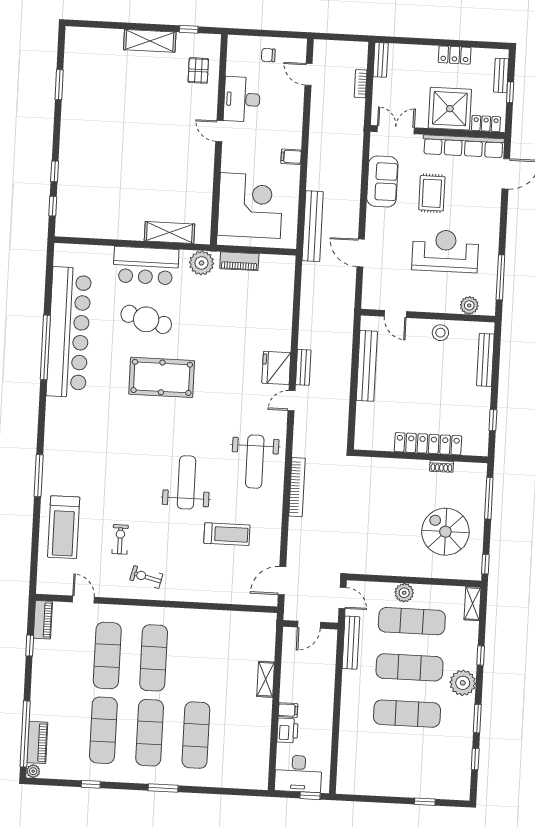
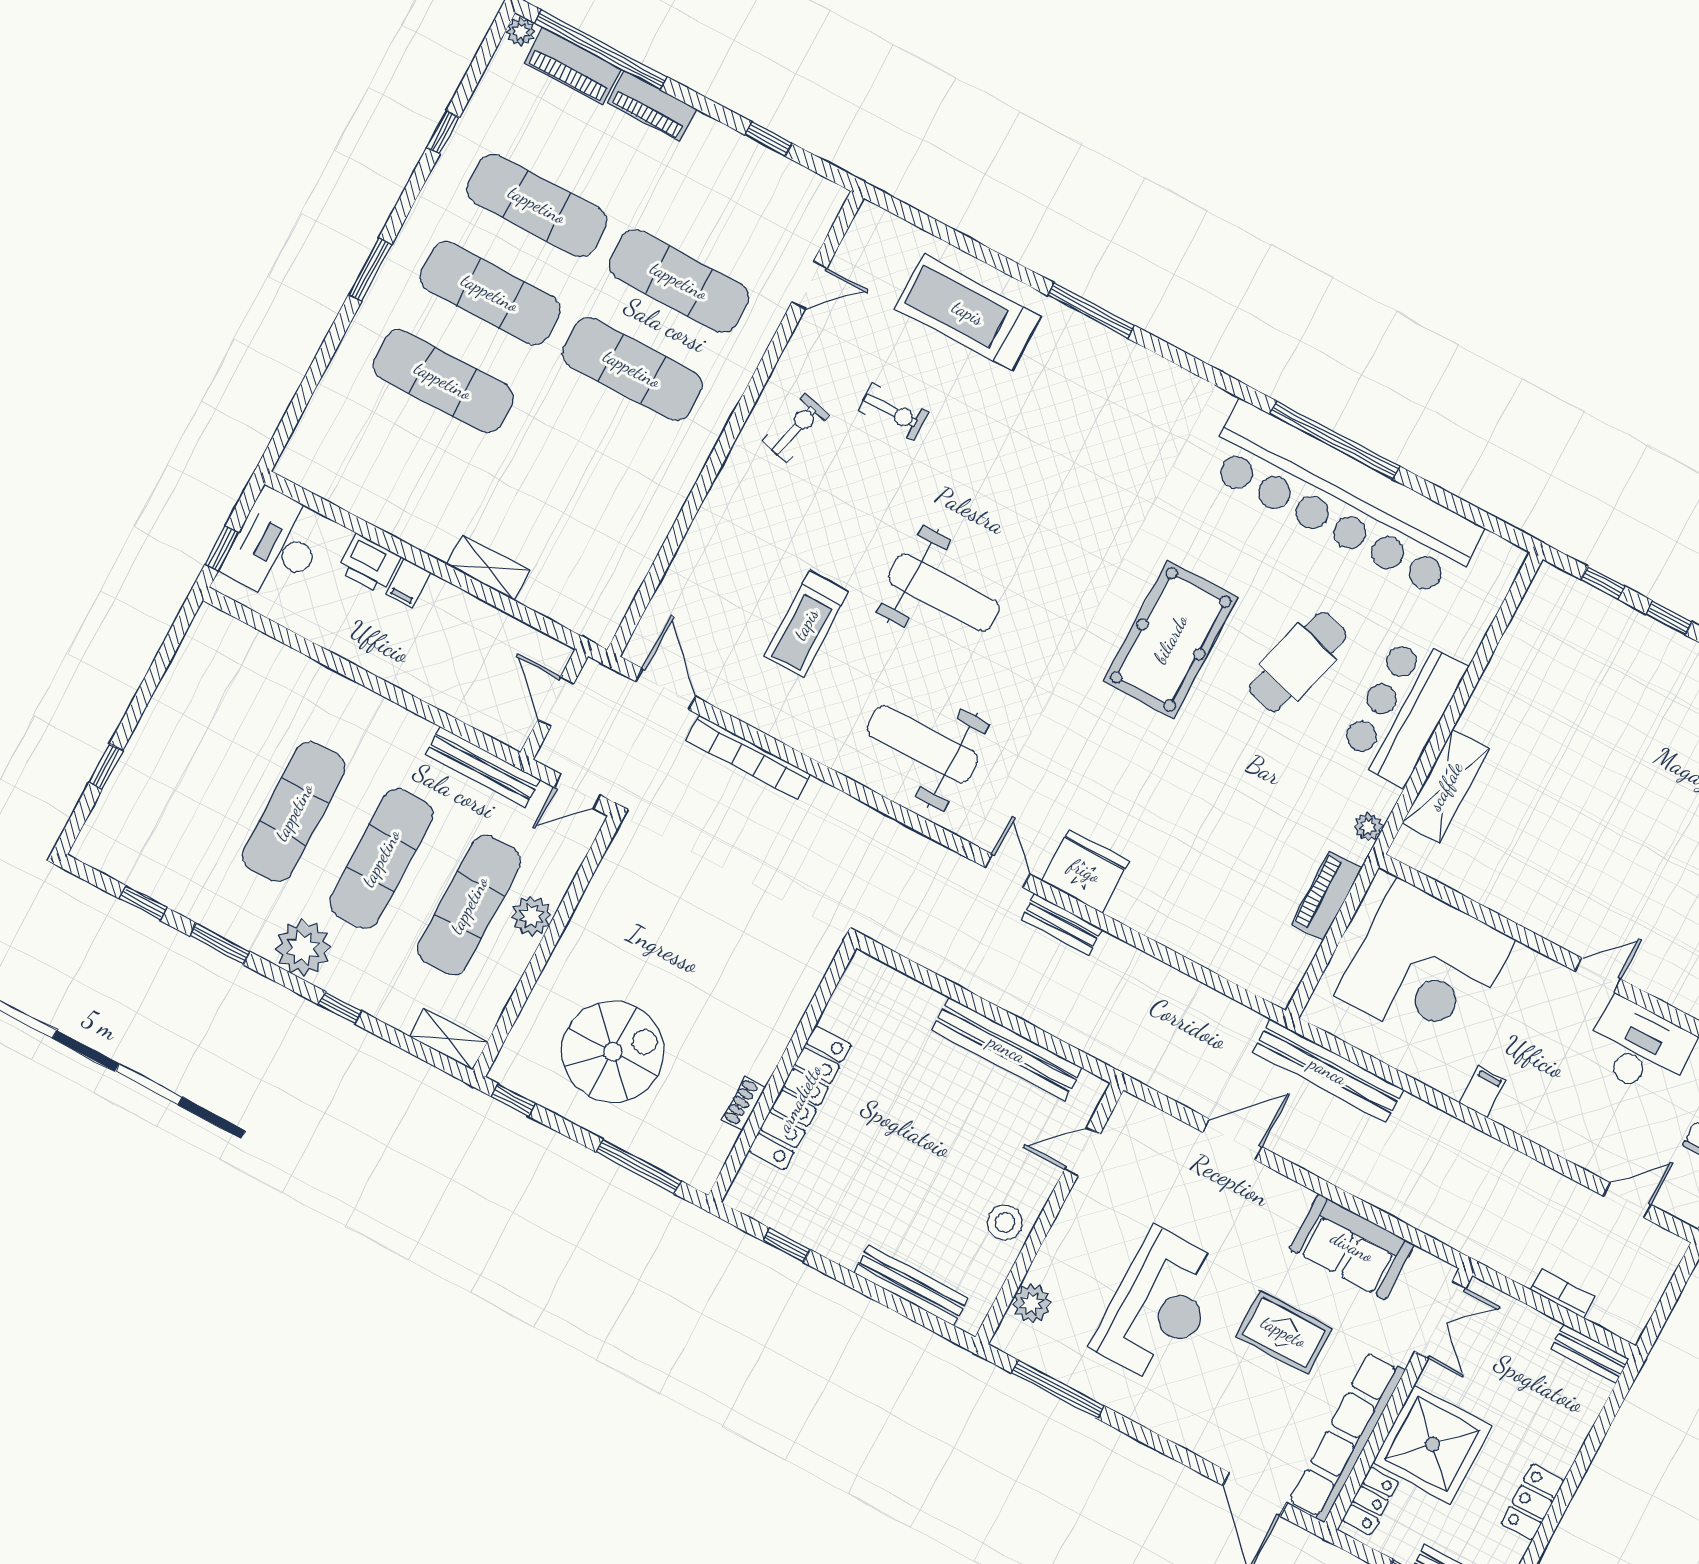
plant: (201, 263) -> (1368, 827), width x0.53, depth x0.53
bookcase: (297, 487) -> (748, 757), moved
piano: (43, 620) -> (652, 106), moved

